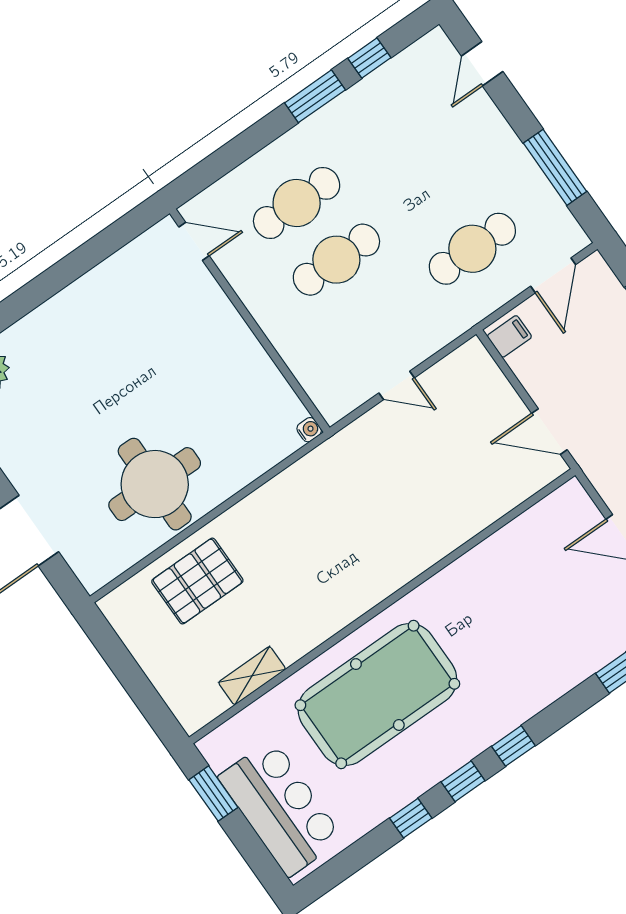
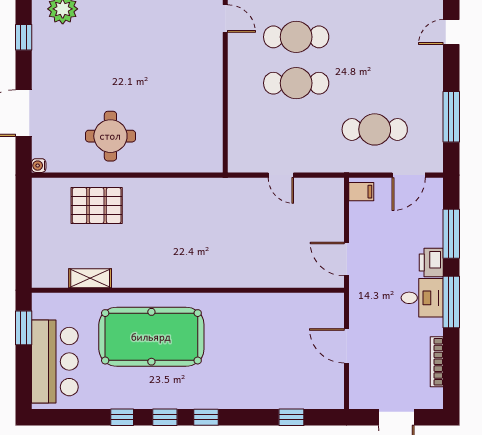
water cooler: (309, 430) -> (39, 166), moved, turned 180
round table: (155, 484) -> (110, 136), width x0.73, depth x0.73

